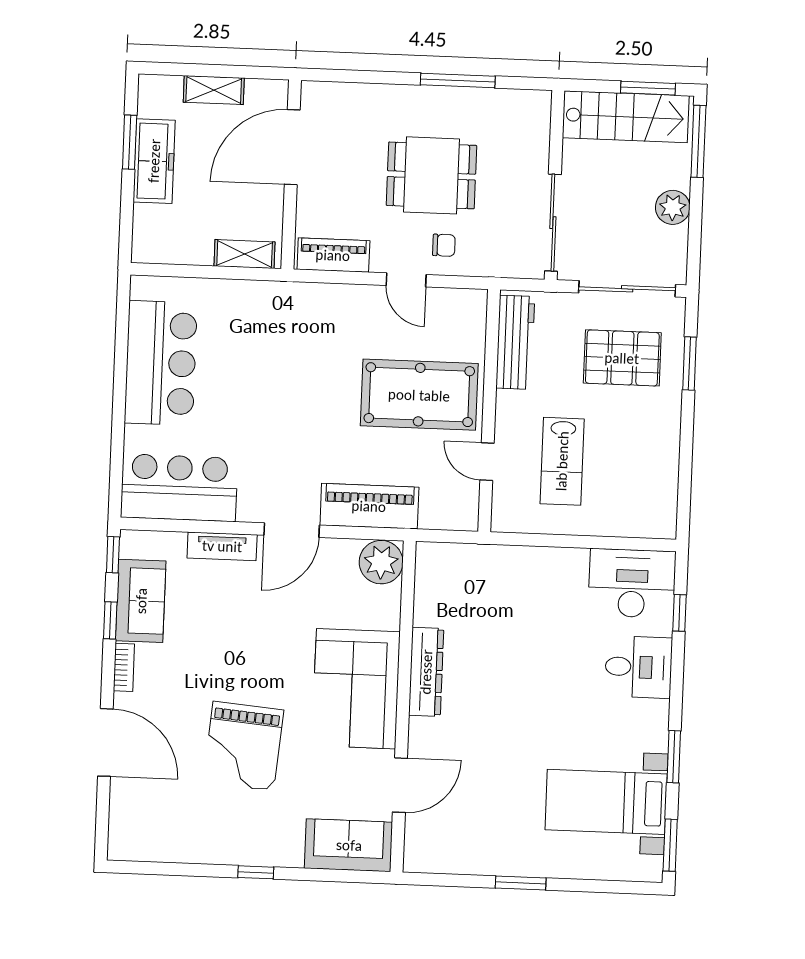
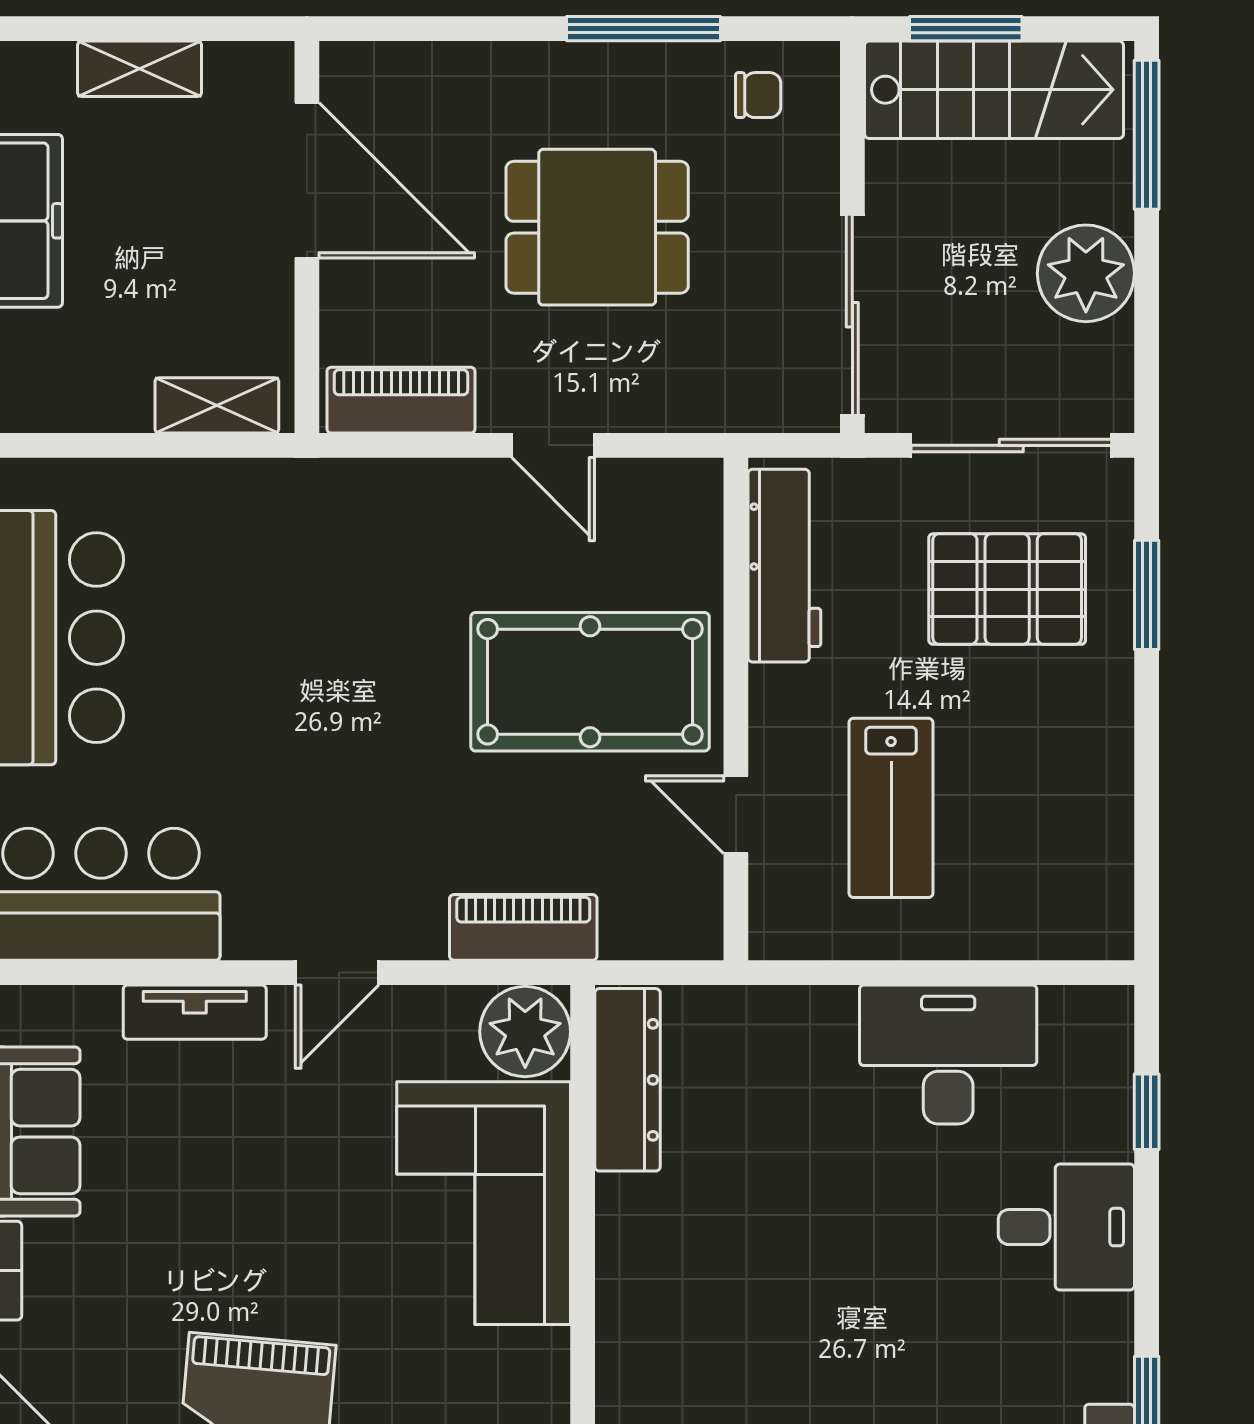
window: (648, 88) -> (966, 29), moved
door: (292, 147) -> (307, 180), swing flipped
plant: (673, 207) -> (1086, 273), width x1.36, depth x1.36
chair: (444, 245) -> (758, 95), moved
piano: (369, 506) -> (523, 927), width x0.73, depth x0.75
door: (292, 530) -> (337, 973), width x0.73
desk: (632, 583) -> (948, 1054), moved
dresser: (426, 672) -> (627, 1080), moved
corner sofa: (356, 689) -> (484, 1203), moved

